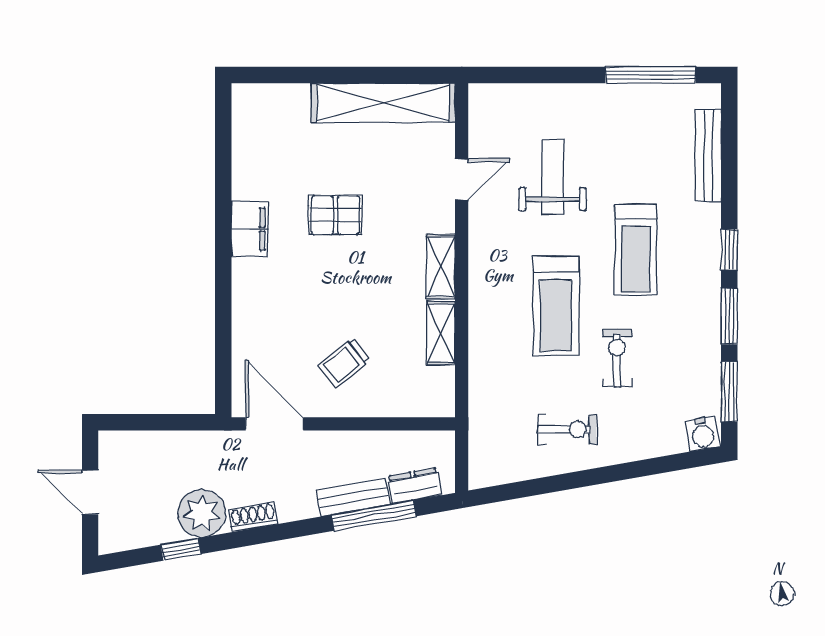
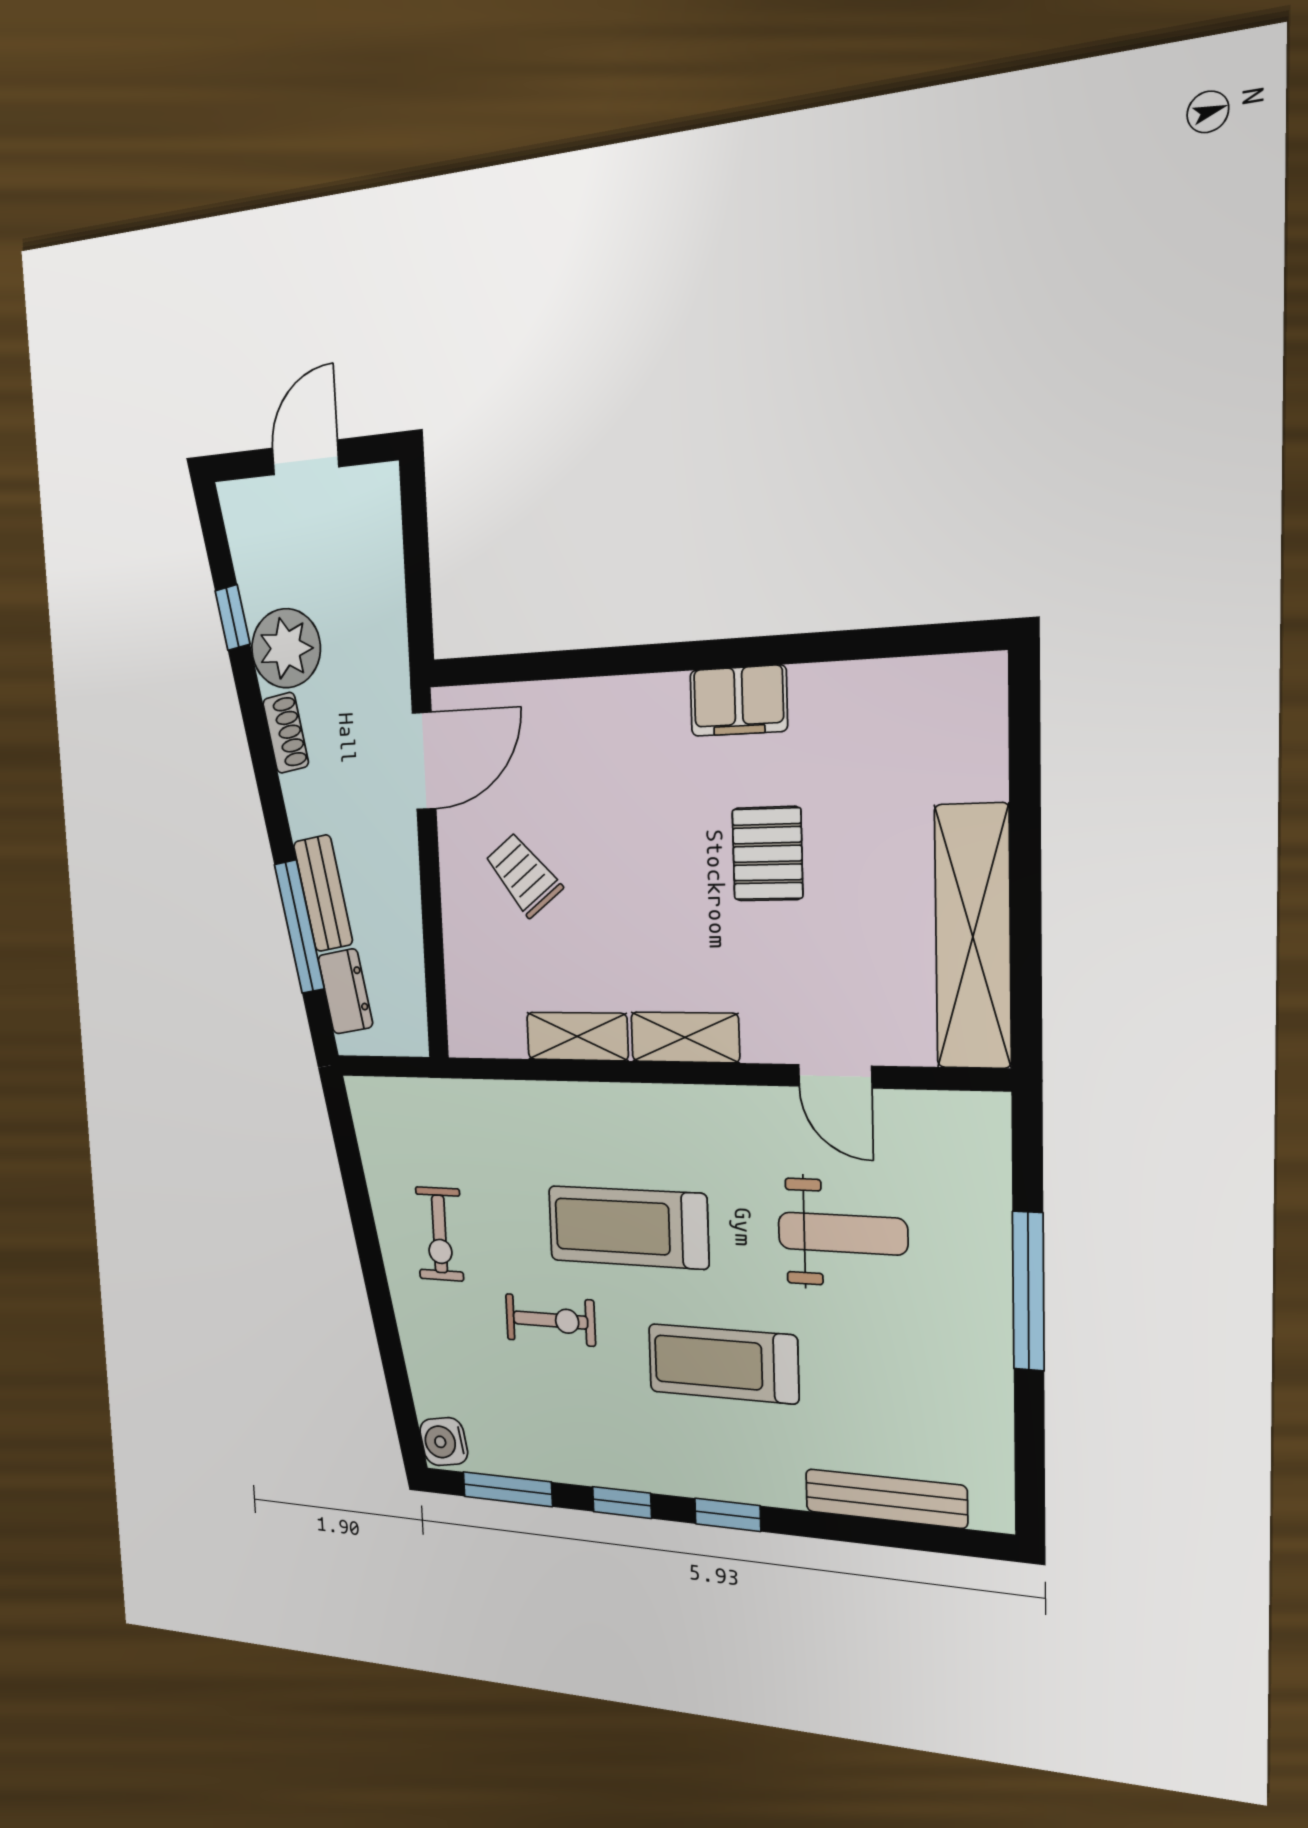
window: (650, 75) -> (1028, 1291), moved
window: (729, 316) -> (622, 1502), width x0.67

